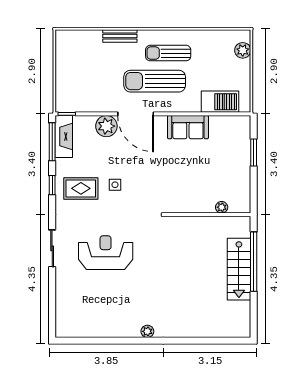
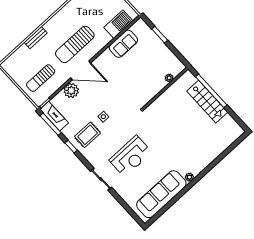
sun lounger: (168, 53) -> (41, 78), moved
sofa: (188, 127) -> (123, 44), moved
reception desk: (106, 253) -> (131, 156), turned 180
sofa: (101, 322) -> (161, 194), added

